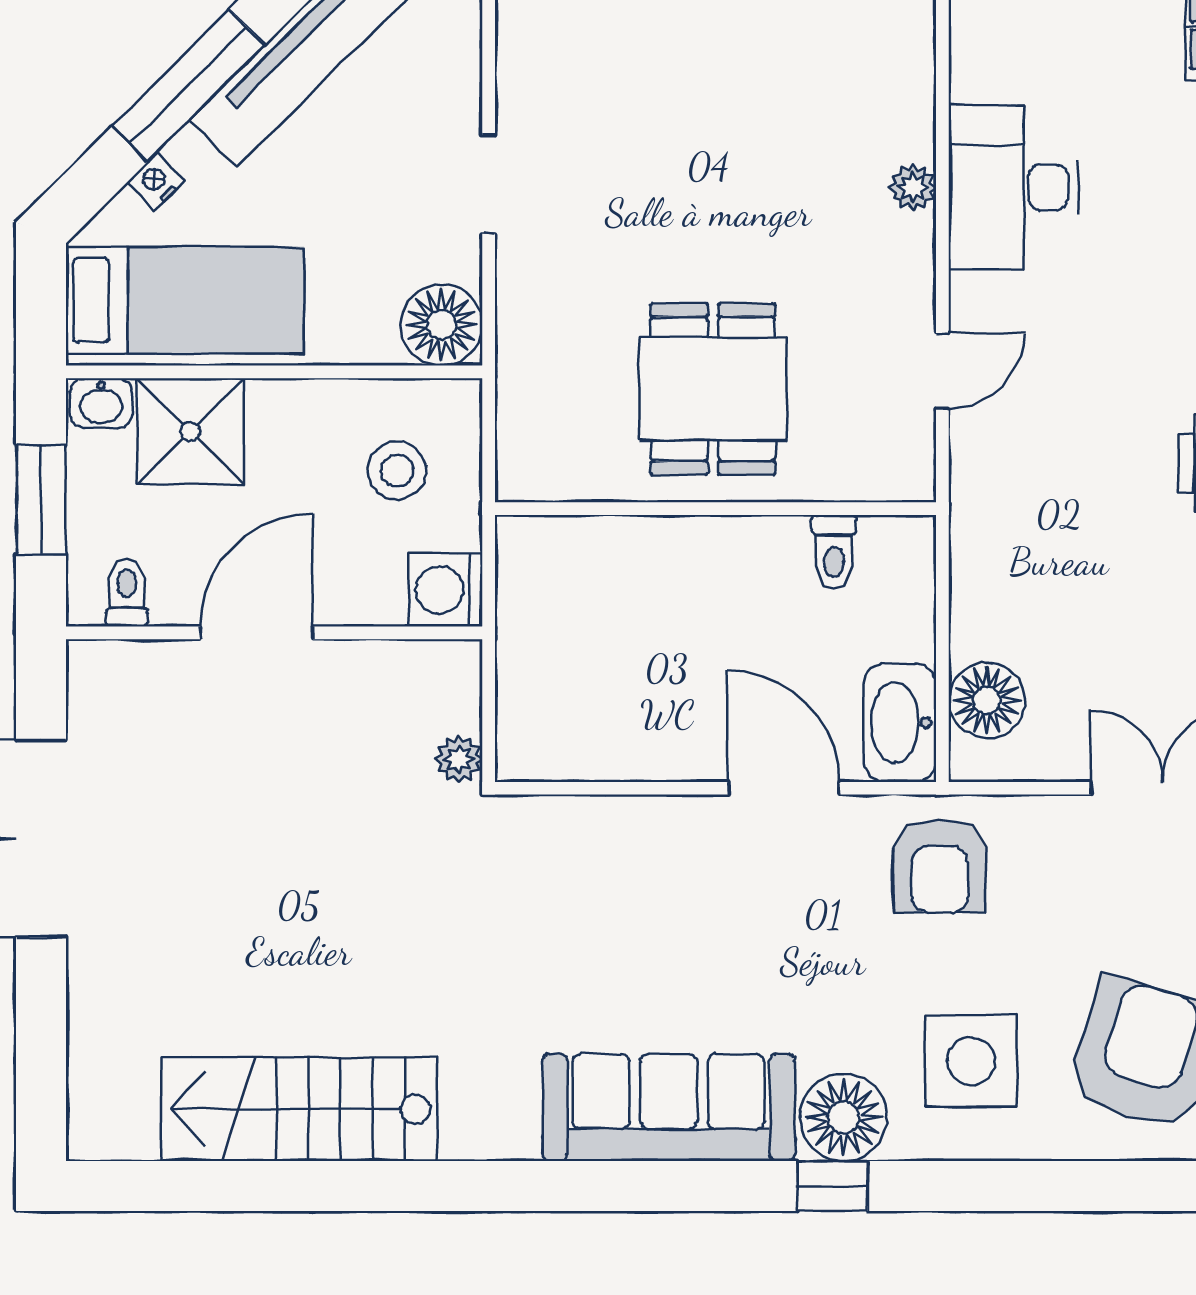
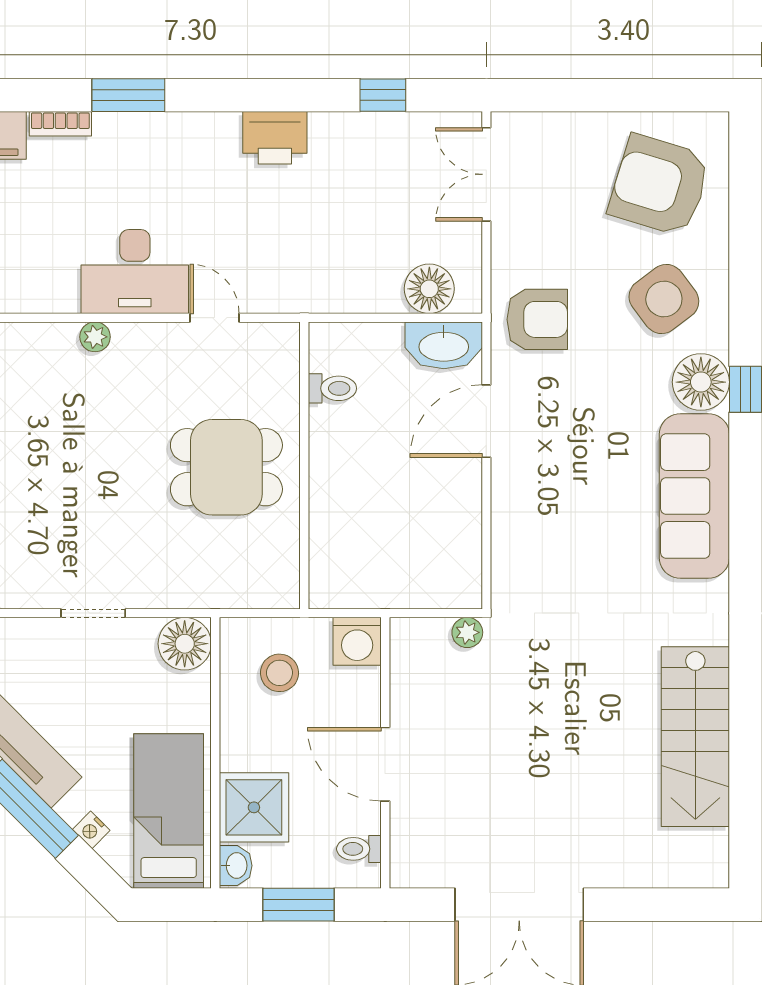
desk: (1013, 187) -> (135, 272), moved
side table: (971, 1061) -> (664, 299), turned -37

